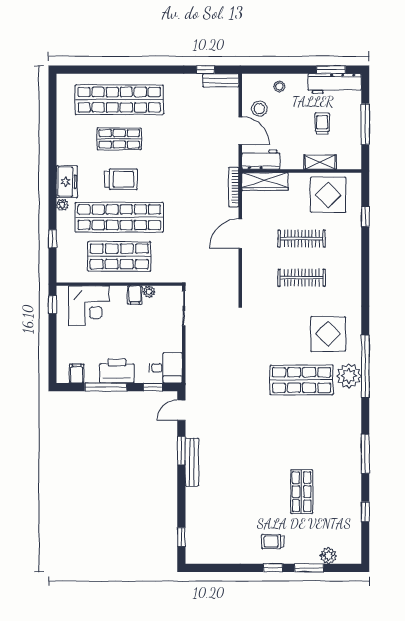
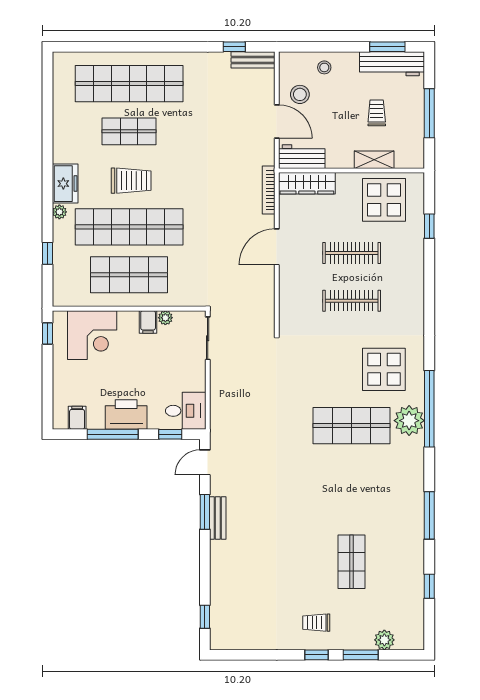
bench: (192, 462) -> (218, 518), width x0.73

